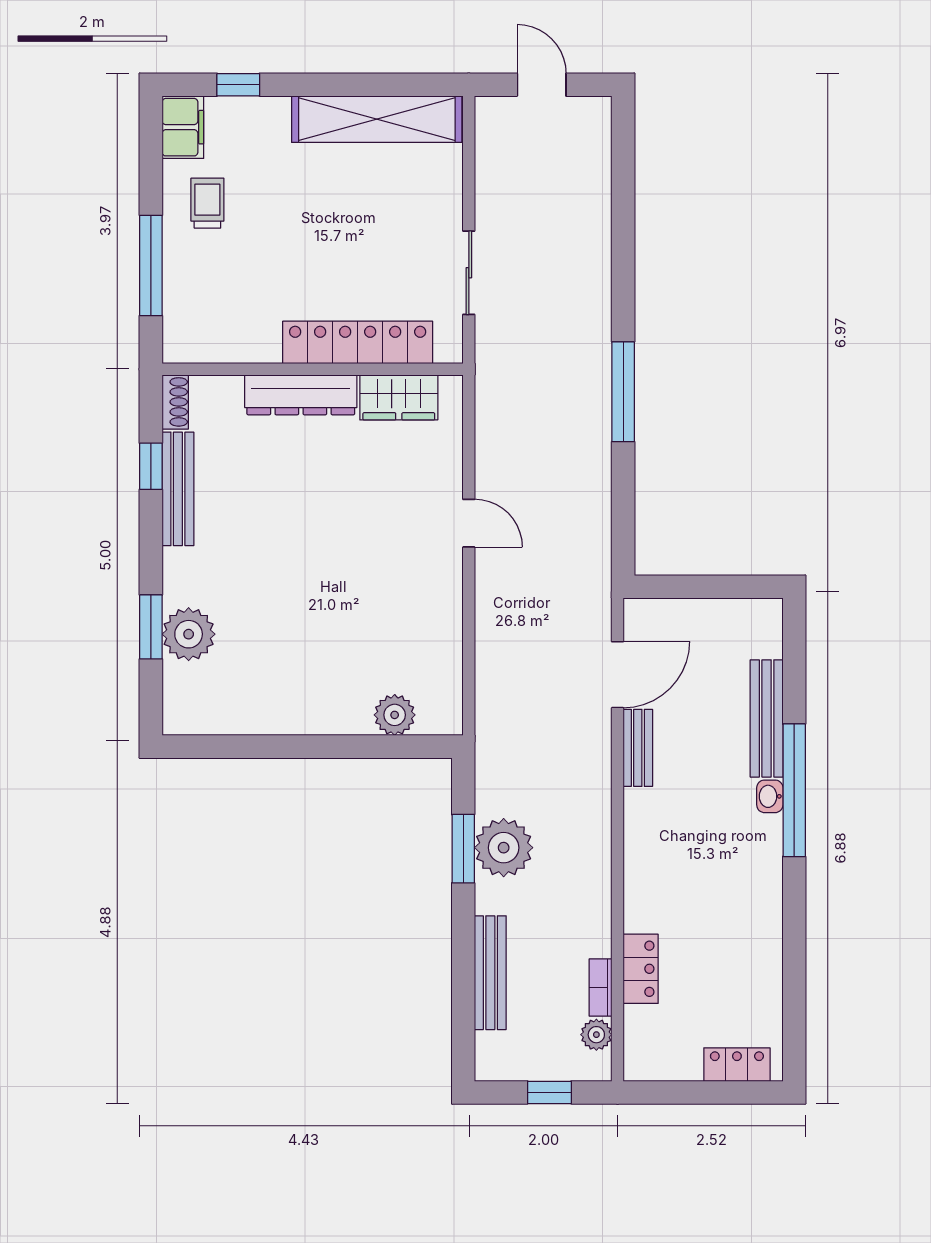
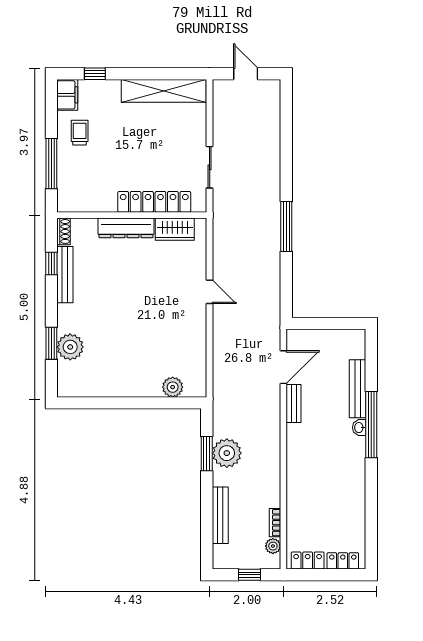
locker: (641, 969) -> (308, 561), moved, turned -90

